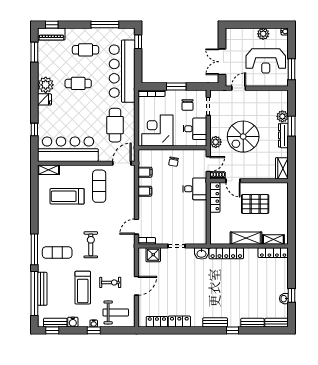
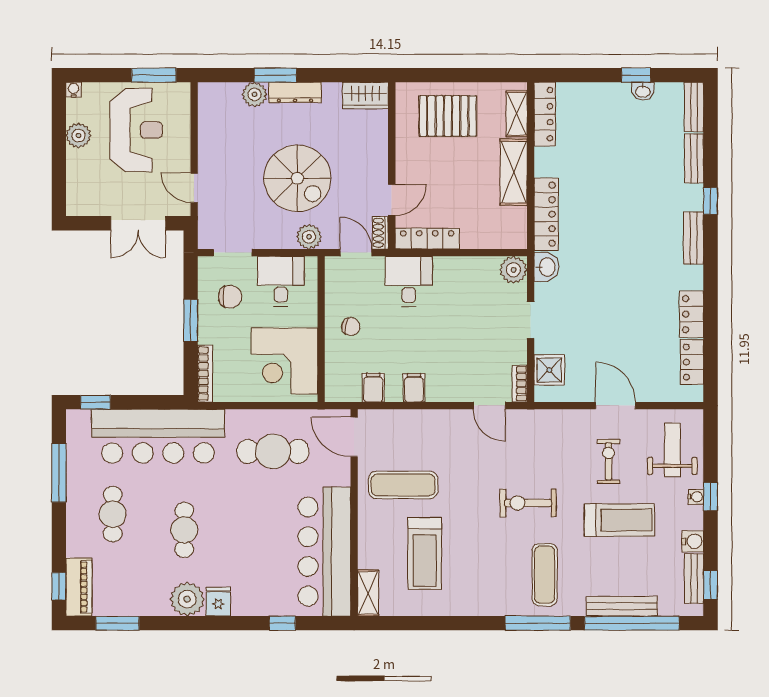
pallet: (255, 204) -> (448, 116), moved, turned 90
plant: (200, 238) -> (513, 270), added

